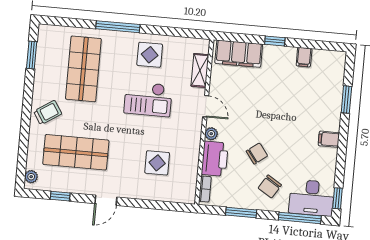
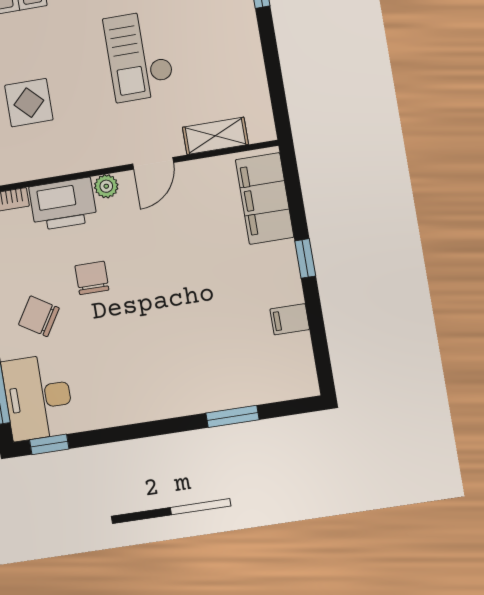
display table: (150, 55) -> (220, 38), removed
filing cabinet: (329, 139) -> (152, 402), removed
chair: (257, 154) -> (92, 278), turned -143

